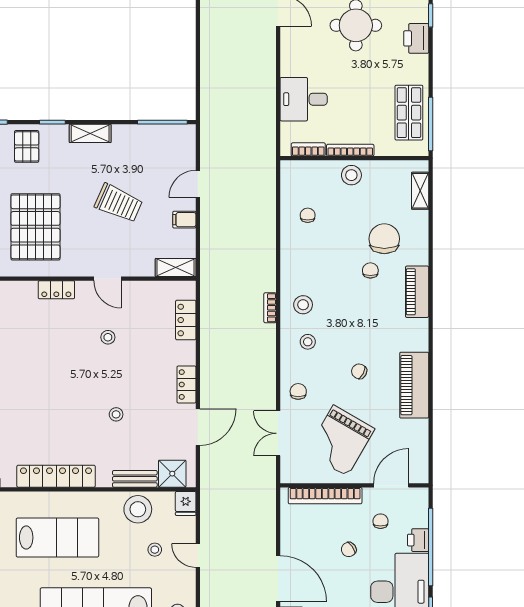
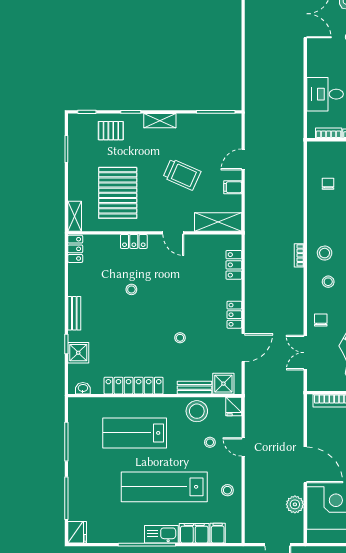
pallet: (27, 146) -> (111, 131), turned 90
shelving: (176, 267) -> (218, 222), width x1.50, depth x1.33
stool: (108, 337) -> (131, 289), moved
lab bench: (57, 538) -> (135, 433), turned 180

